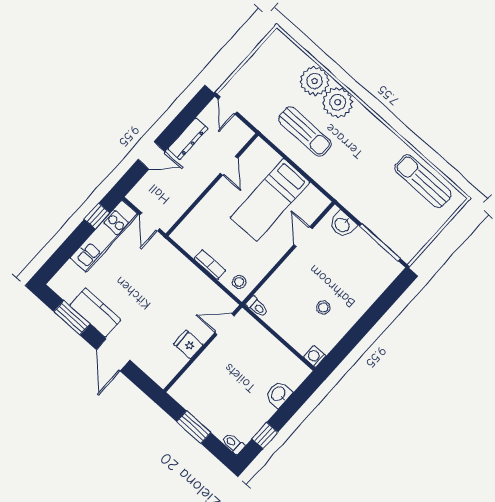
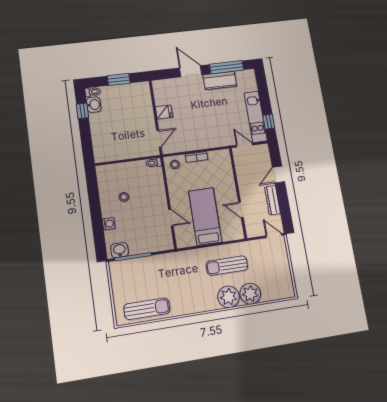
washbasin: (342, 225) -> (120, 250), moved
window: (72, 318) -> (227, 67), width x1.44
washing machine: (315, 357) -> (109, 224), moved
washbasin: (279, 394) -> (94, 105), moved

